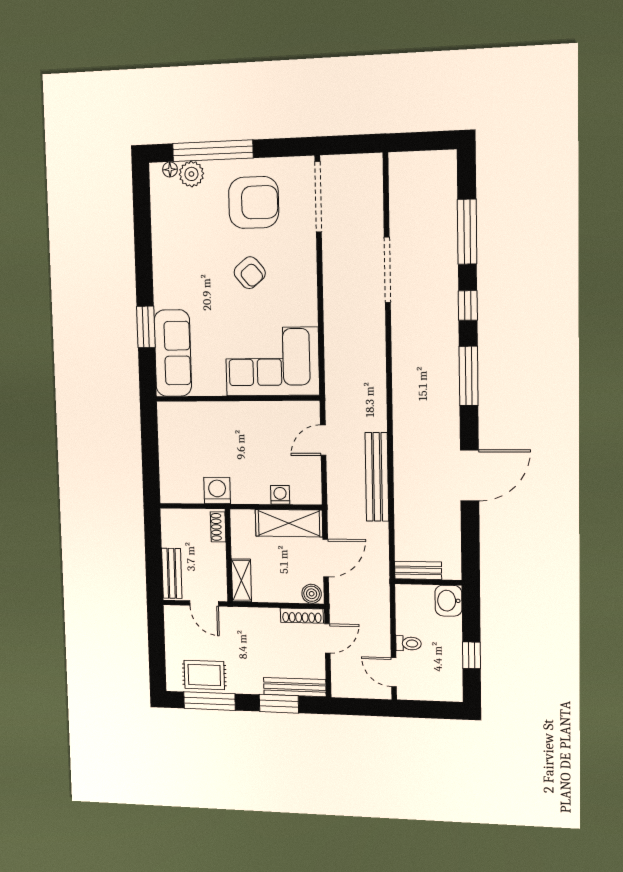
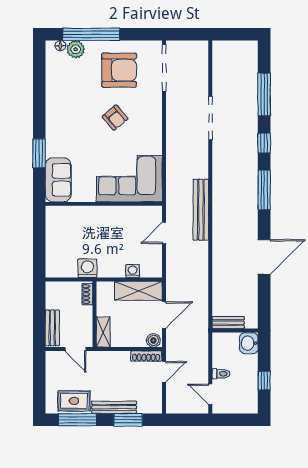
sofa: (173, 353) -> (58, 180), width x0.73
bench: (377, 477) -> (201, 210), moved
bench: (295, 687) -> (114, 407), moved

